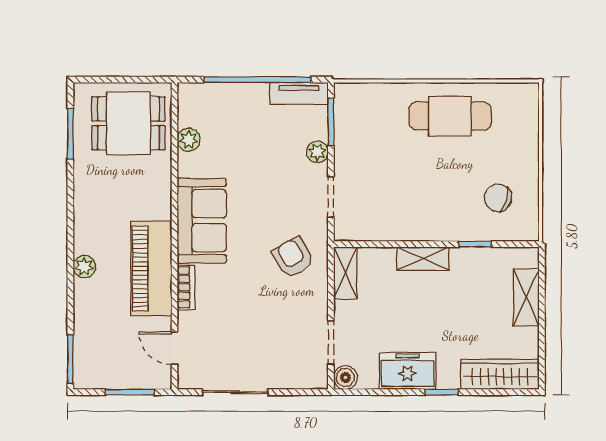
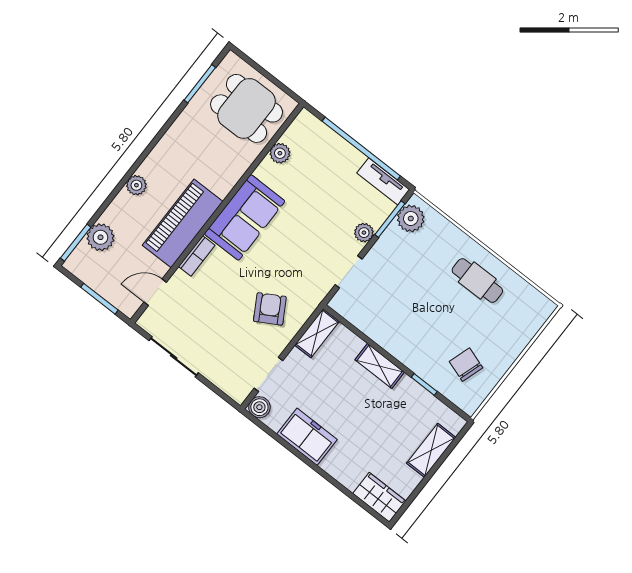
plant: (349, 107) -> (411, 219), added
cafe table: (450, 116) -> (477, 281), width x0.73, depth x0.74
armchair: (293, 257) -> (270, 309), moved
plant: (88, 337) -> (100, 237), added
door: (174, 348) -> (155, 292), hinge flipped
wardrobe: (500, 374) -> (379, 497), width x0.67
window: (442, 392) -> (319, 470), removed

